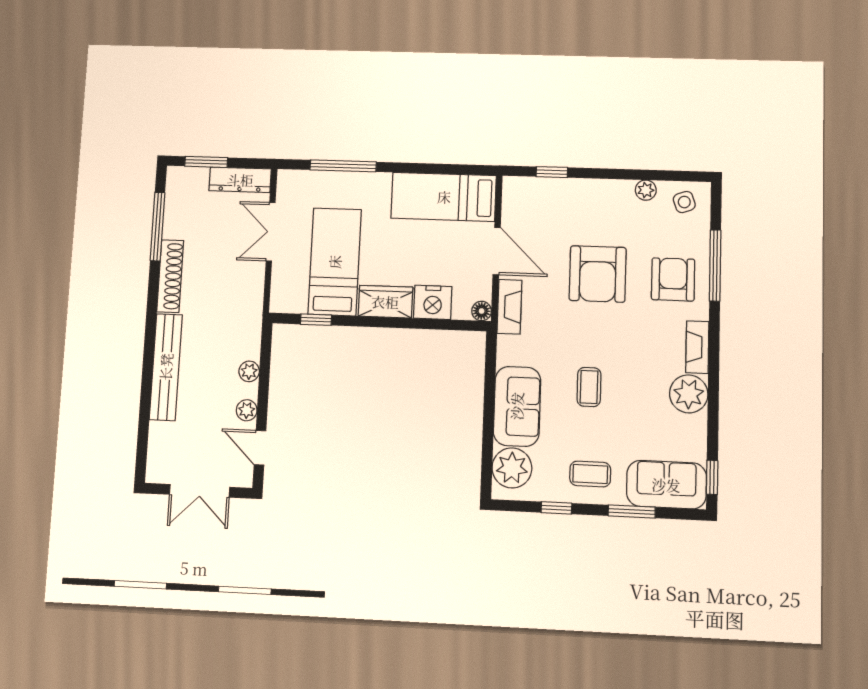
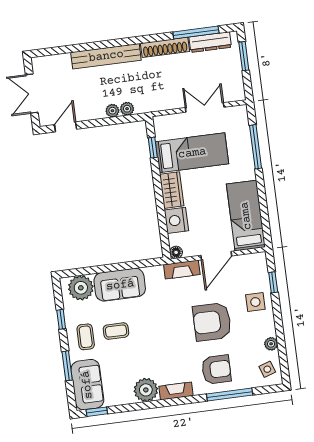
dresser: (240, 180) -> (210, 42), moved, turned -90
side table: (578, 204) -> (255, 302), added
coffee table: (589, 387) -> (116, 331), moved
plant: (247, 410) -> (127, 109), moved

